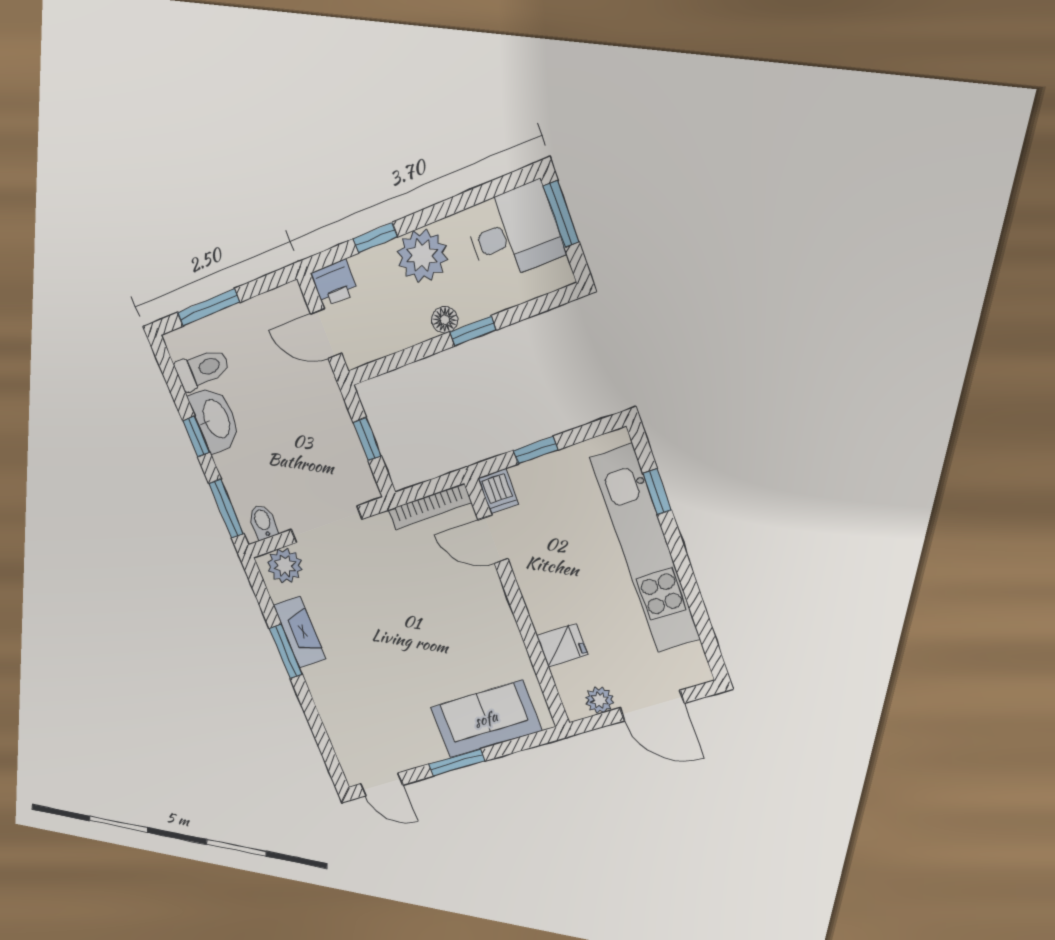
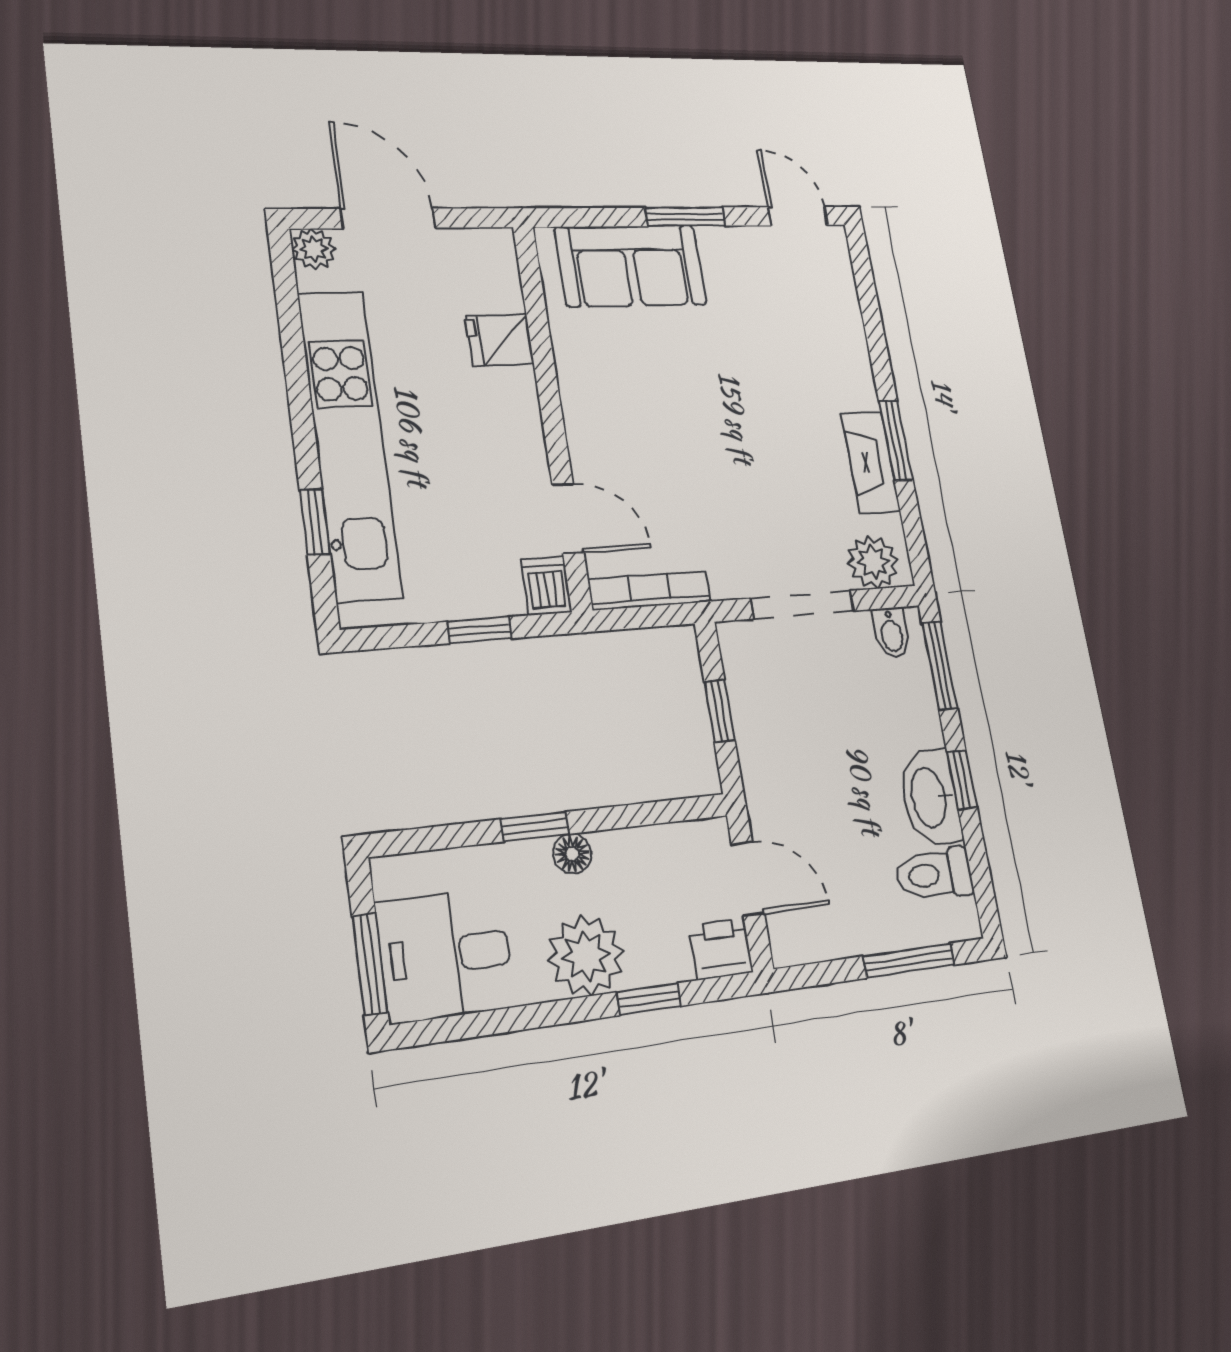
plant: (600, 700) -> (314, 249), moved

